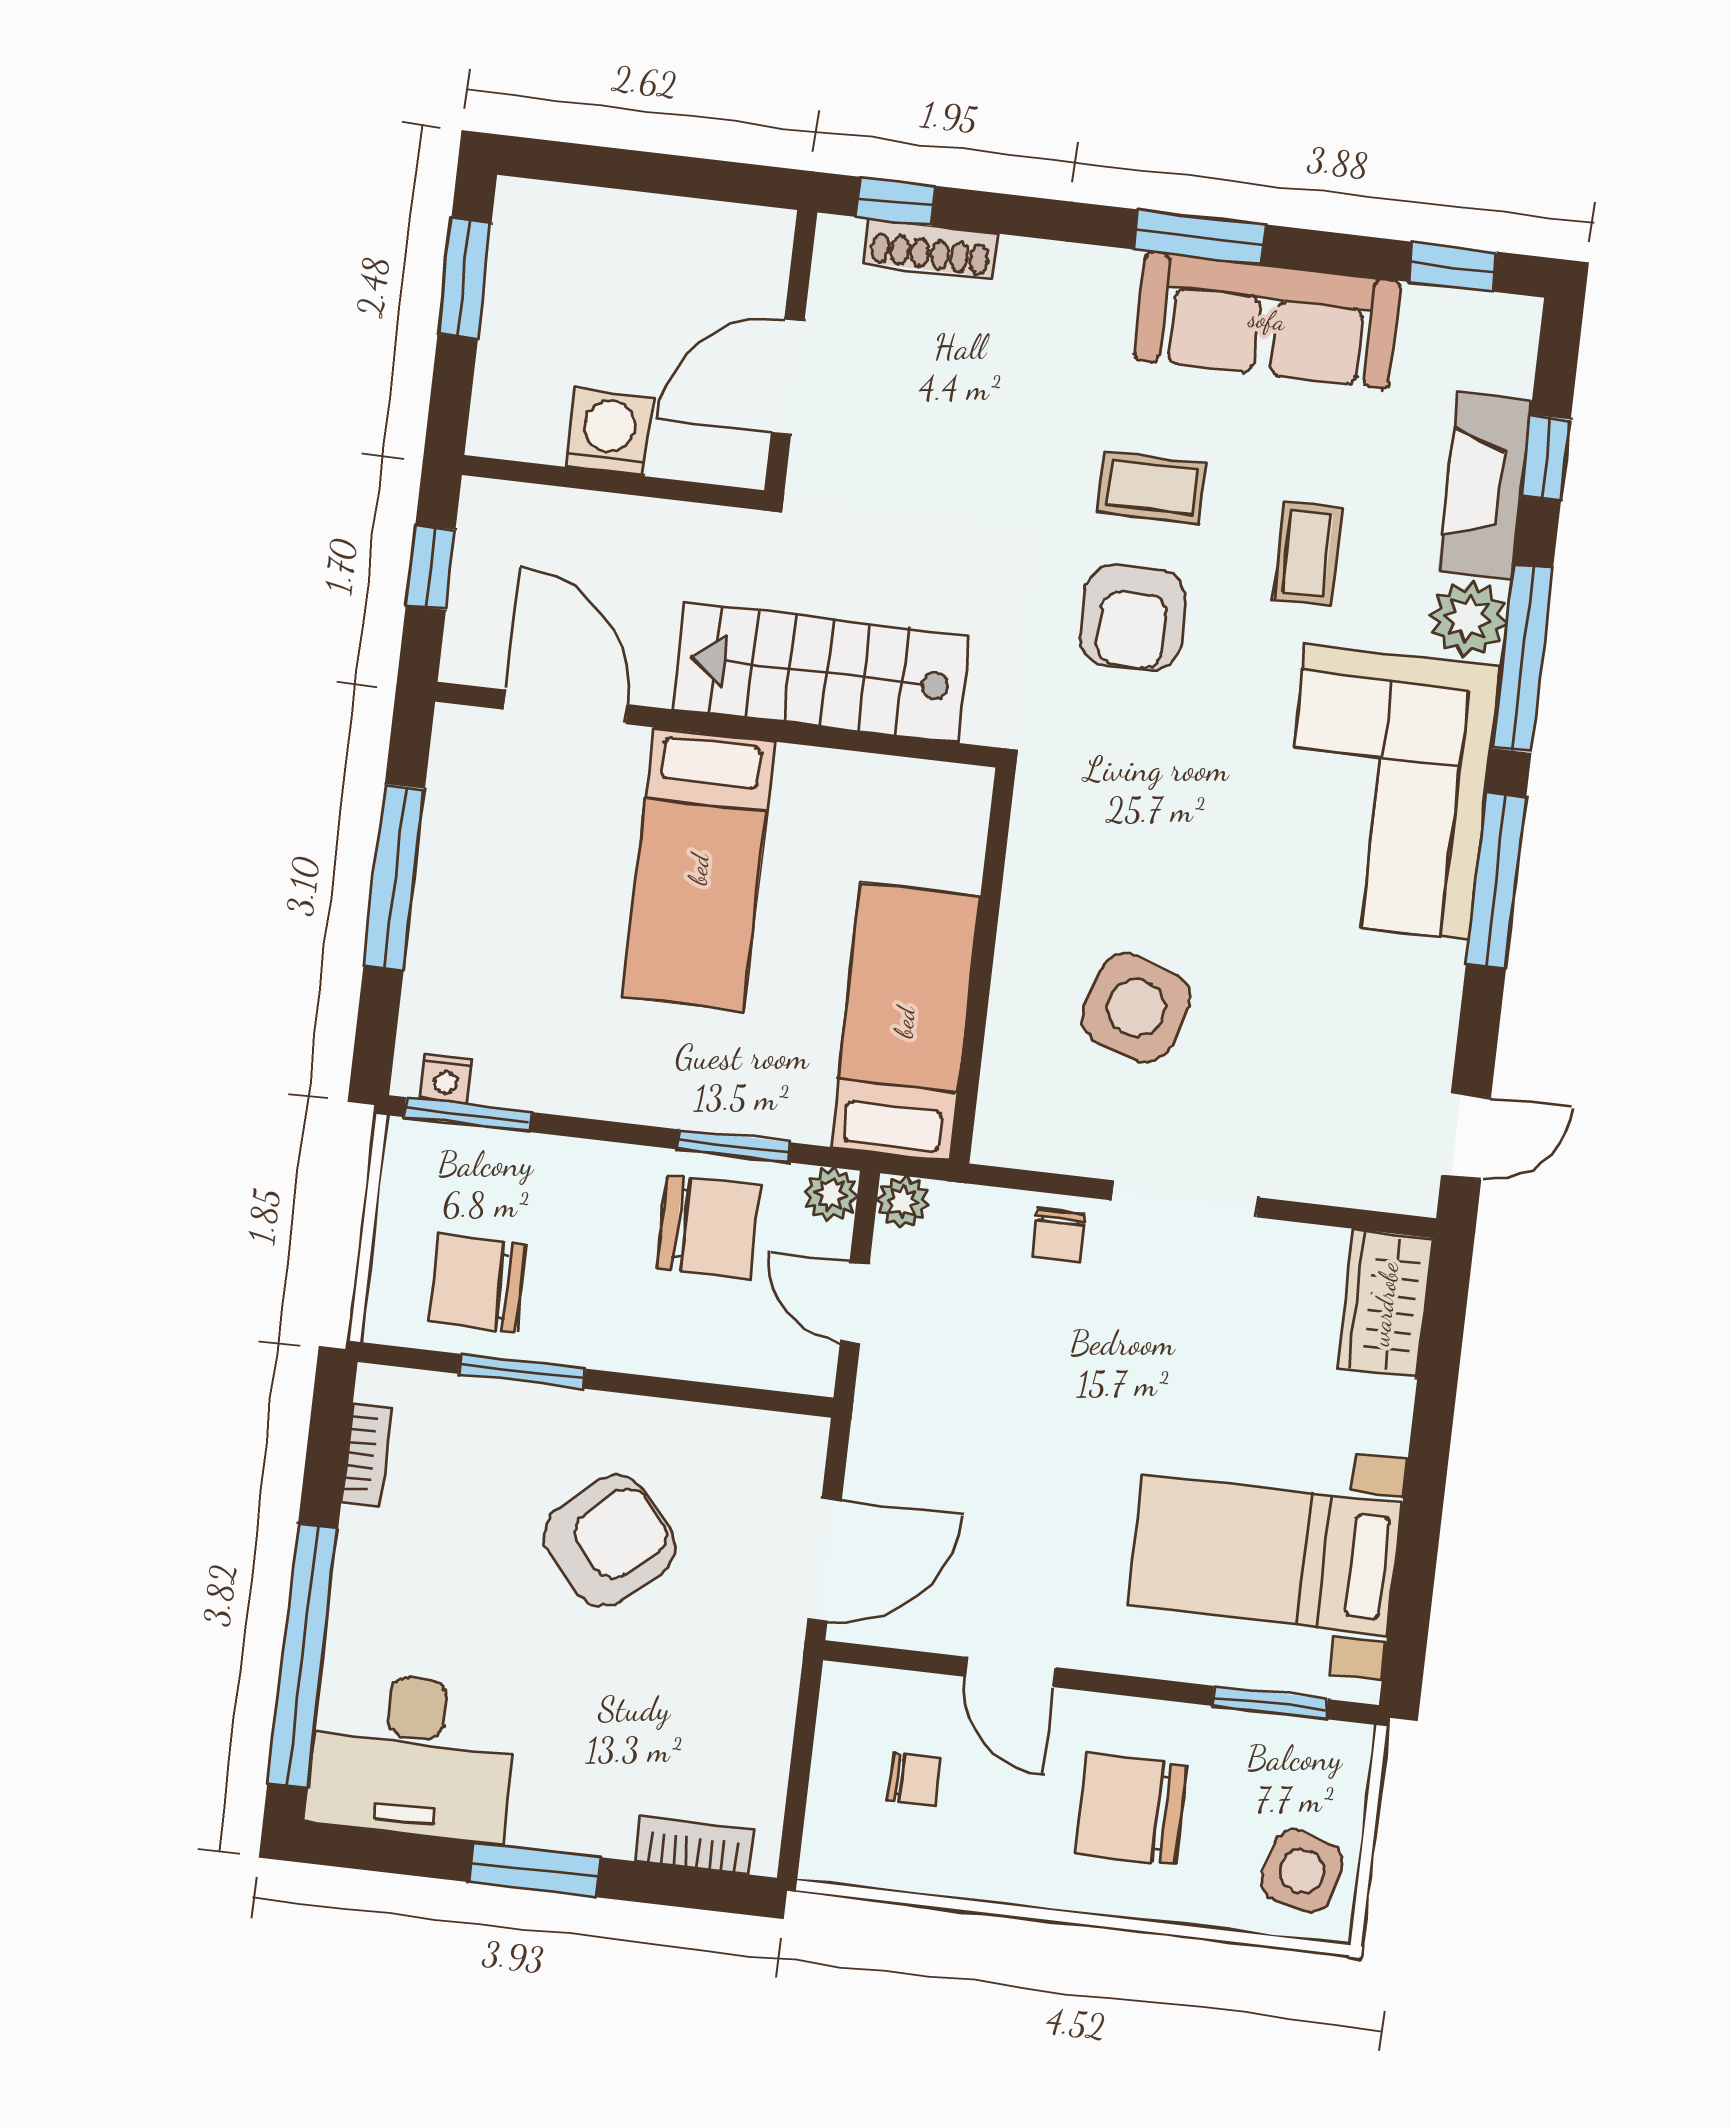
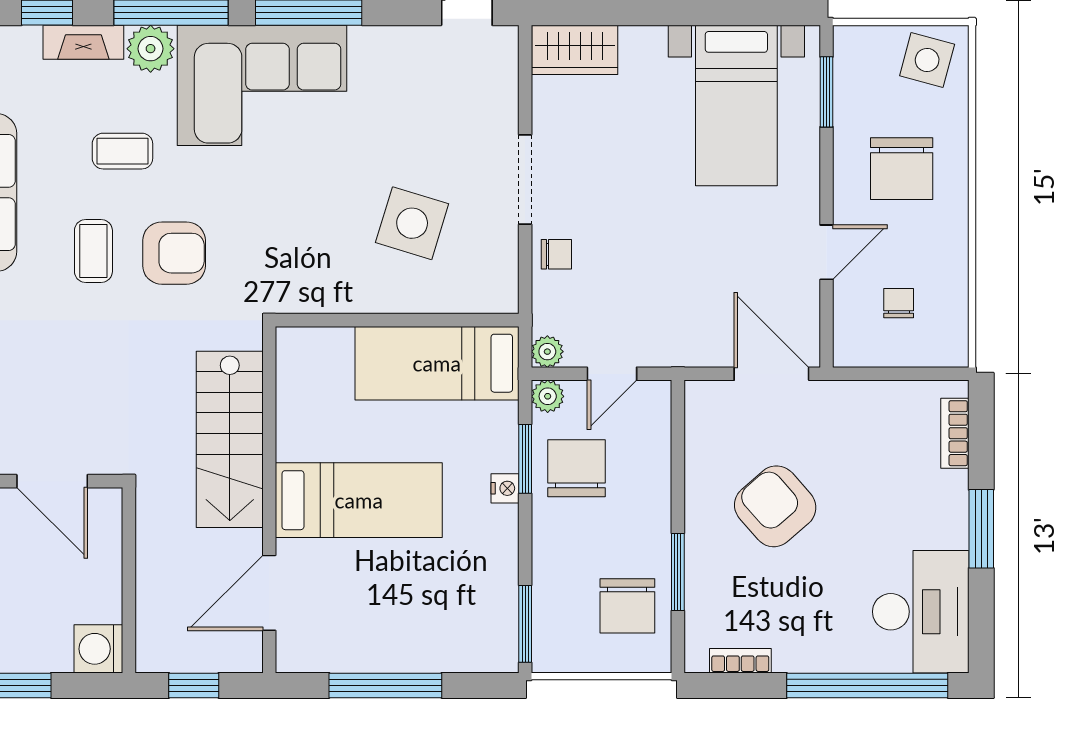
washing machine: (609, 432) -> (98, 649), moved
fireplace: (1485, 486) -> (83, 42), width x0.73, depth x0.76
nightstand: (446, 1079) -> (505, 488), moved

